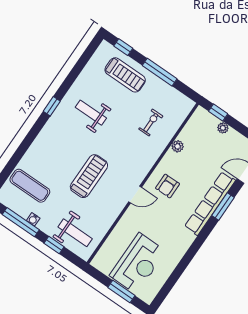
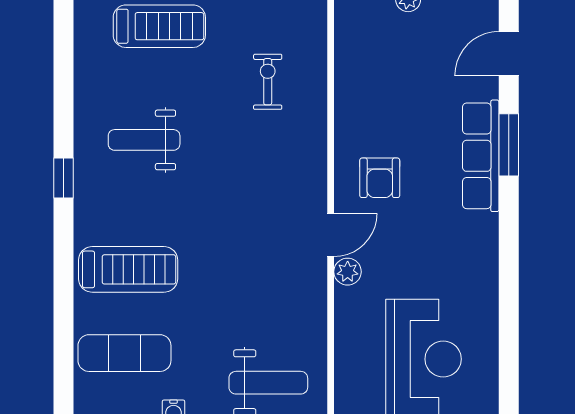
plant: (178, 146) -> (348, 272), moved
treadmill: (89, 176) -> (128, 269), moved, turned 90
row of seats: (210, 203) -> (481, 156), width x0.73

